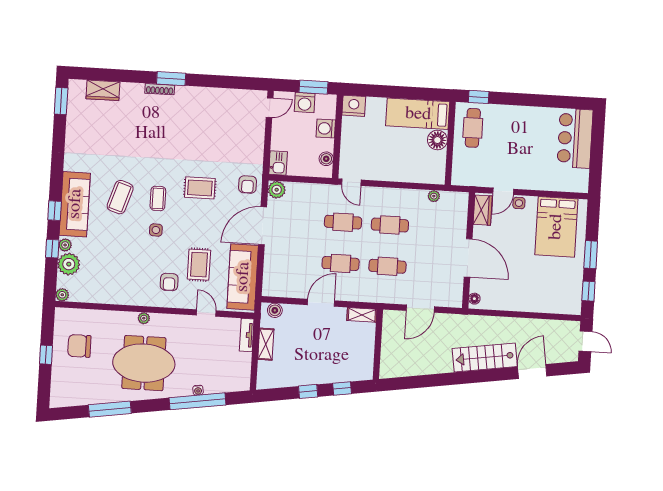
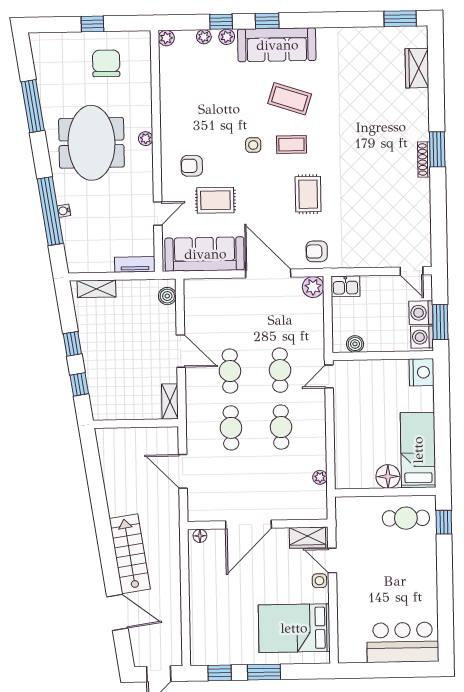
shoe rack: (160, 89) -> (424, 159), moved
washing machine: (326, 128) -> (422, 337), moved, turned -90
plant: (69, 264) -> (204, 37), width x0.53, depth x0.53
shelving: (266, 344) -> (97, 289), moved

